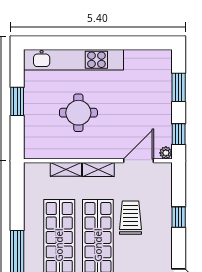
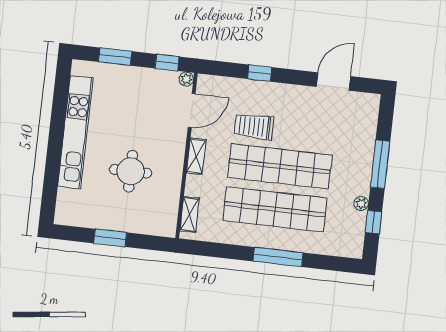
kitchen unit: (74, 60) -> (75, 132), moved
door: (138, 161) -> (192, 111), swing flipped
shelving: (66, 169) -> (190, 215), moved

